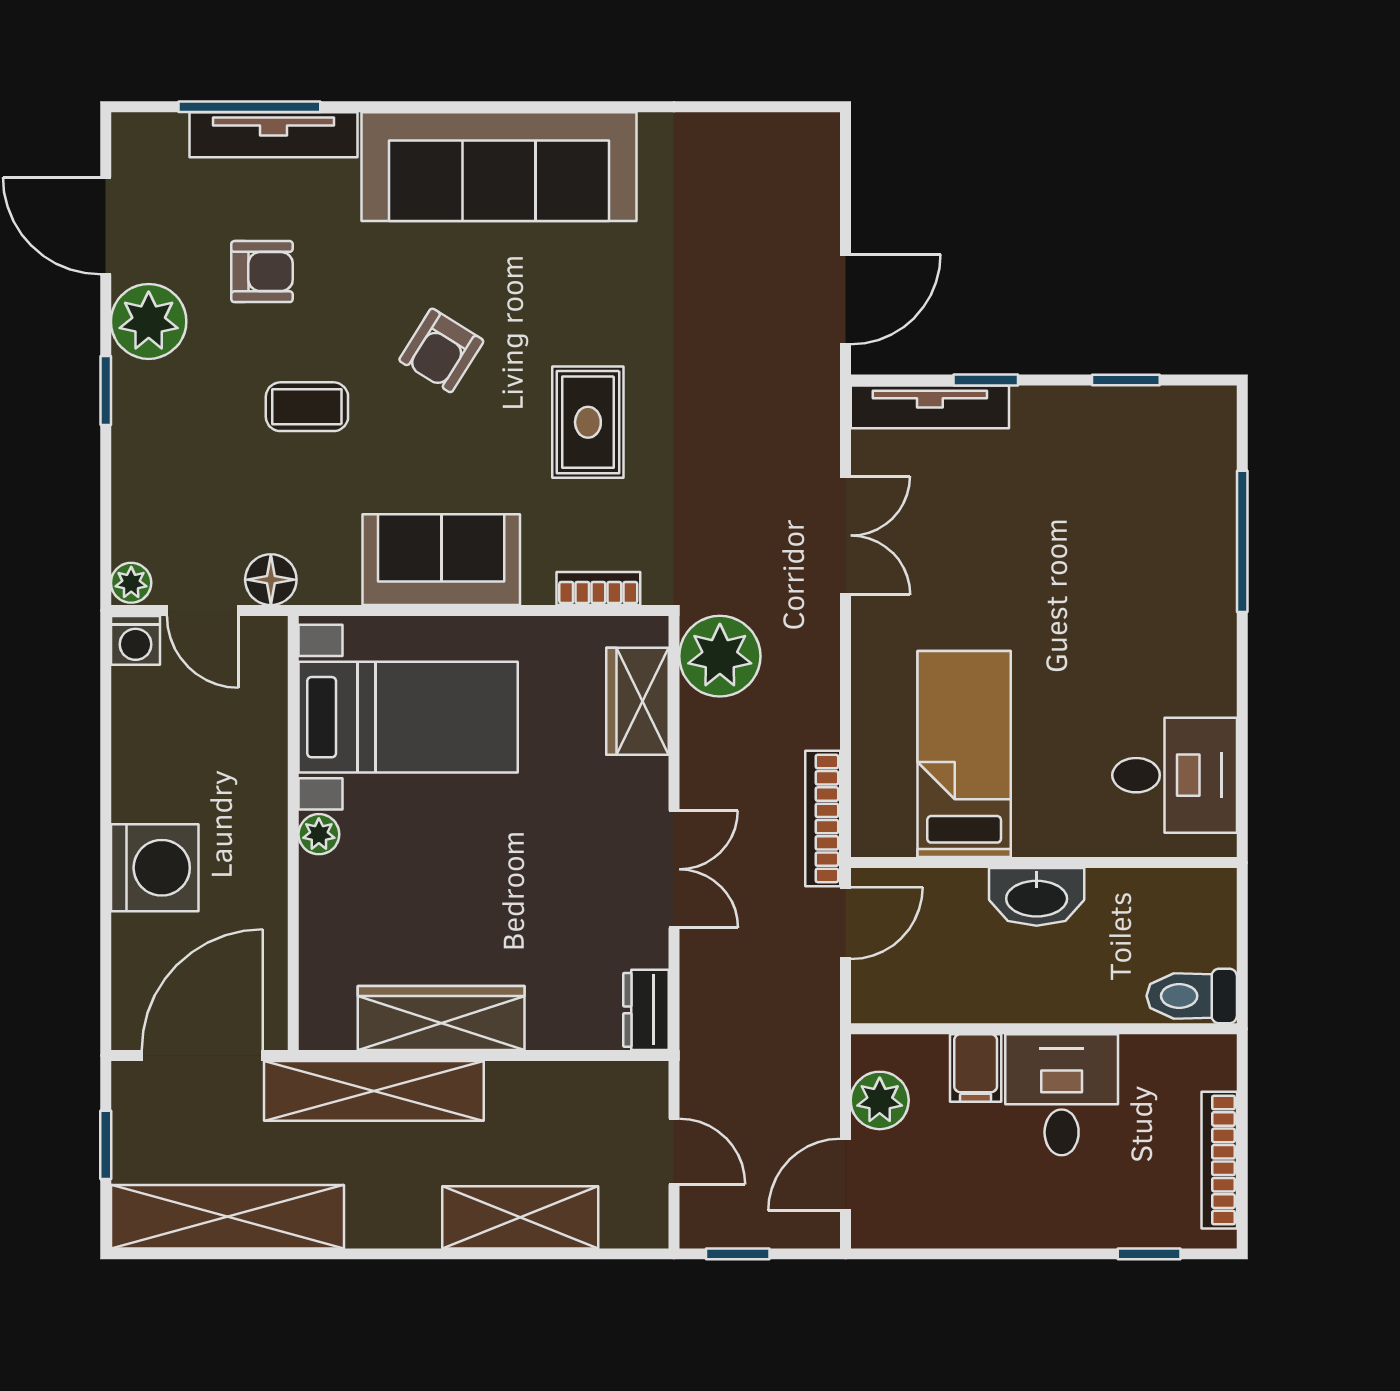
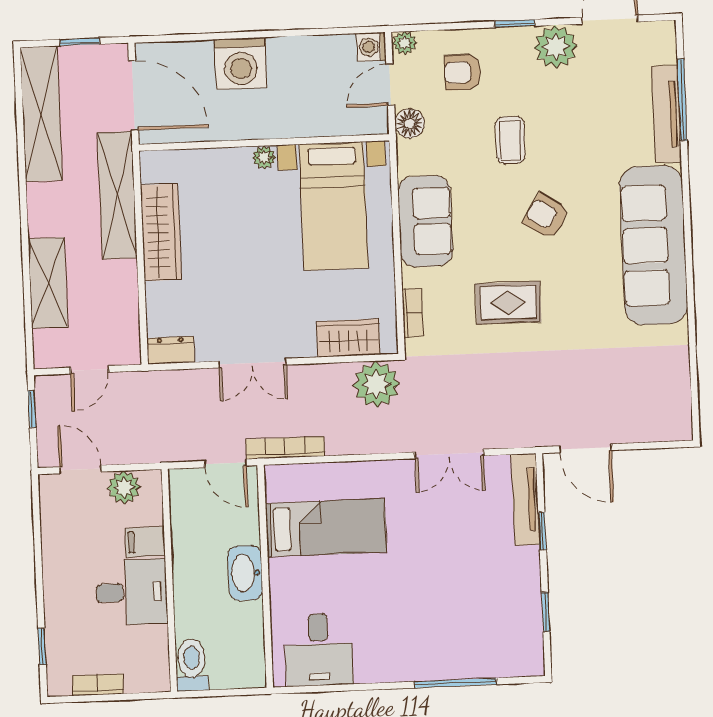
armchair: (262, 272) -> (463, 72), moved, turned 90
bookcase: (1219, 1160) -> (98, 685), width x0.64

